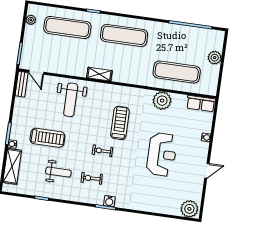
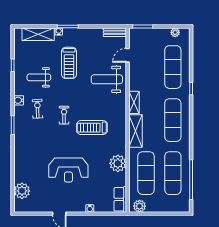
exercise mat: (181, 43) -> (173, 173), added
plant: (215, 58) -> (139, 206), moved
door: (36, 72) -> (128, 55), moved
shelving: (130, 77) -> (136, 131), added
treadmill: (120, 123) -> (92, 128), turned 180
weight bench: (58, 172) -> (39, 77), turned 90
water cooler: (109, 201) -> (19, 100), moved
plant: (189, 209) -> (22, 191), moved

